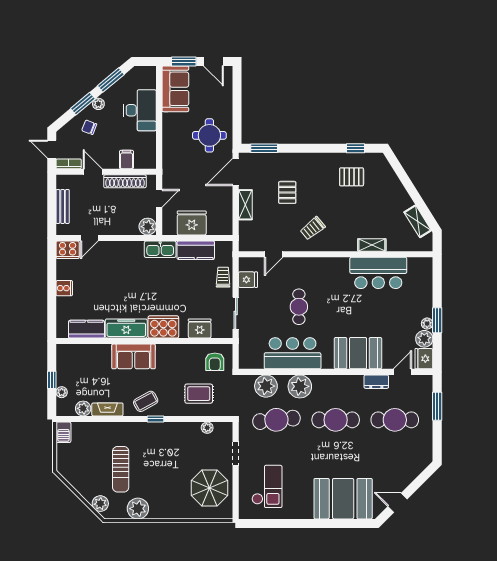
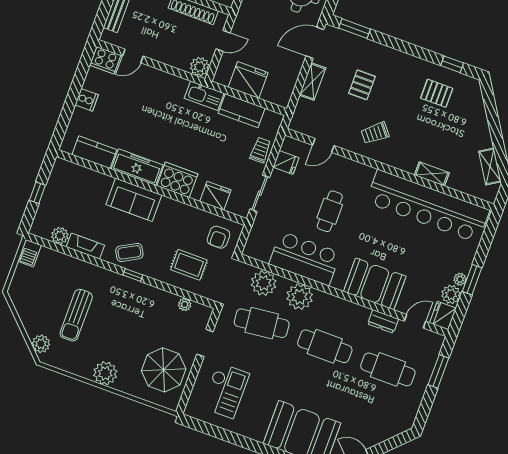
bar counter: (378, 273) -> (428, 206), width x1.86
plant: (62, 392) -> (43, 210), removed
plant: (138, 509) -> (105, 373), moved

